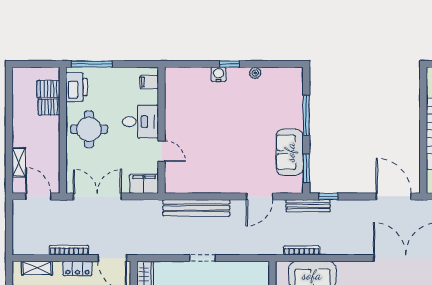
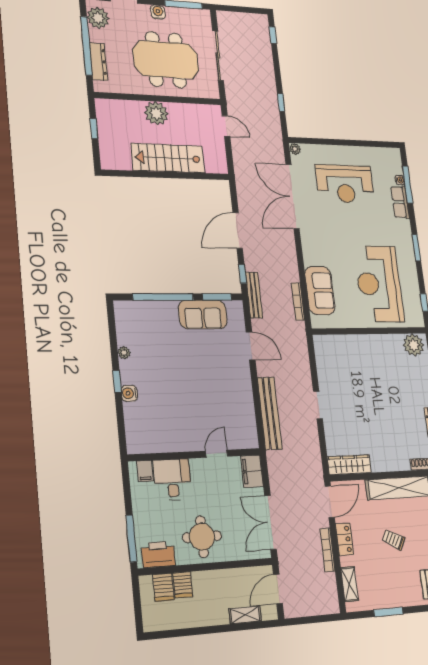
window: (306, 115) -> (163, 297), width x1.46
desk: (140, 122) -> (172, 480), moved
door: (394, 196) -> (238, 230), moved

